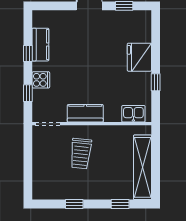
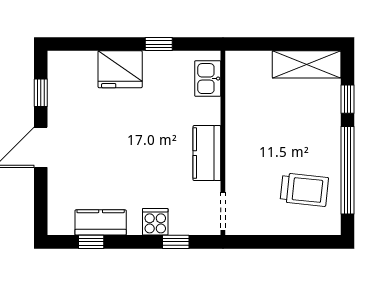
window: (28, 54) -> (91, 242), moved
trolley: (81, 154) -> (304, 190), moved
shelving: (143, 167) -> (307, 64), width x0.68
window: (74, 204) -> (347, 170), width x3.17

